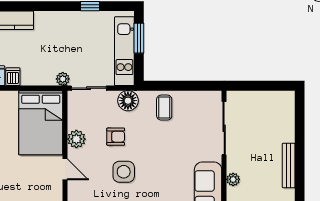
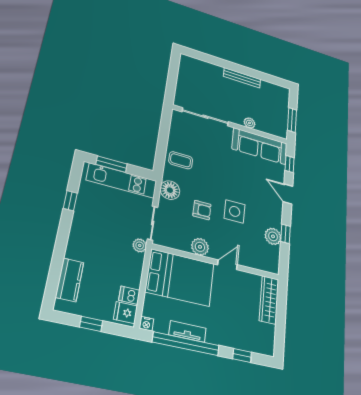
armchair: (116, 137) -> (202, 210), turned 90

